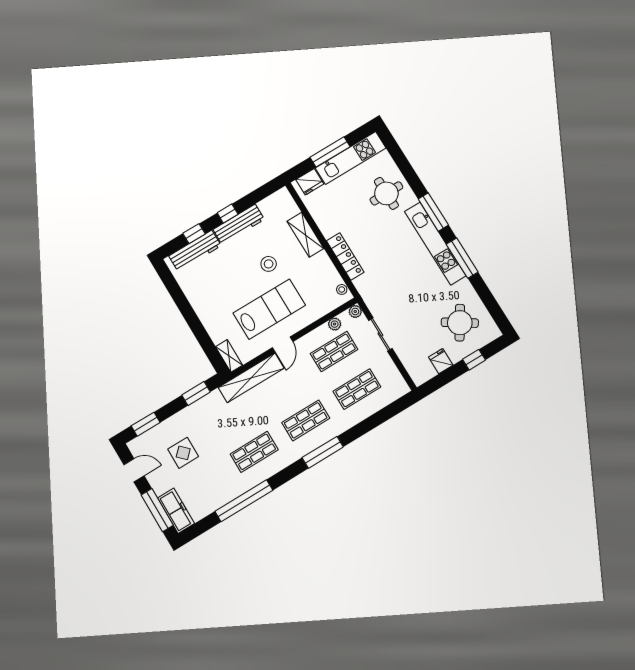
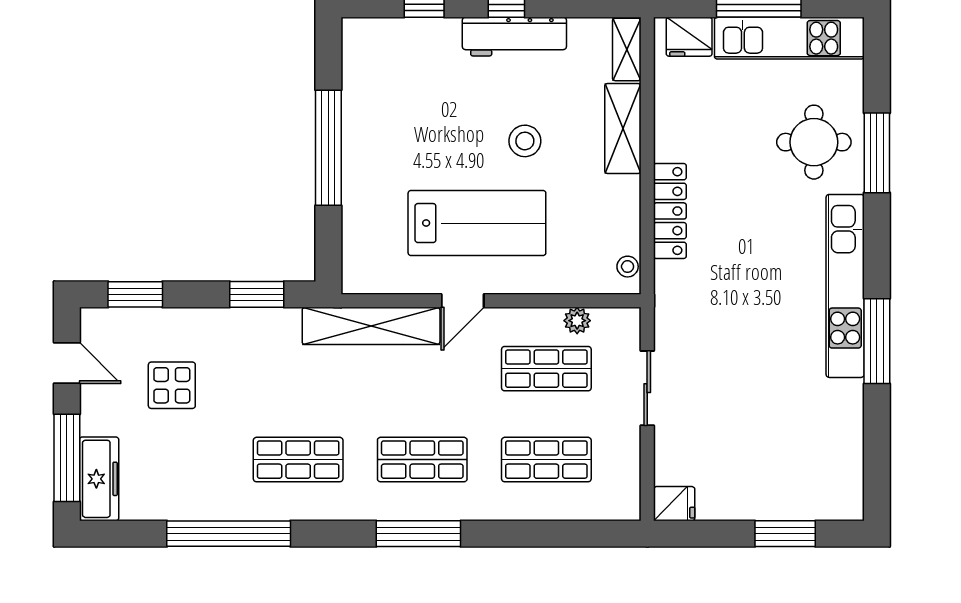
window: (433, 212) -> (877, 153), moved
workbench: (195, 251) -> (407, 37), removed
plant: (355, 311) -> (628, 320), removed
window: (190, 315) -> (328, 148), added
round table: (460, 323) -> (801, 453), removed
shelving: (229, 356) -> (627, 49), moved
window: (474, 360) -> (785, 534), width x1.50
fridge: (441, 361) -> (674, 504), moved, turned 90

